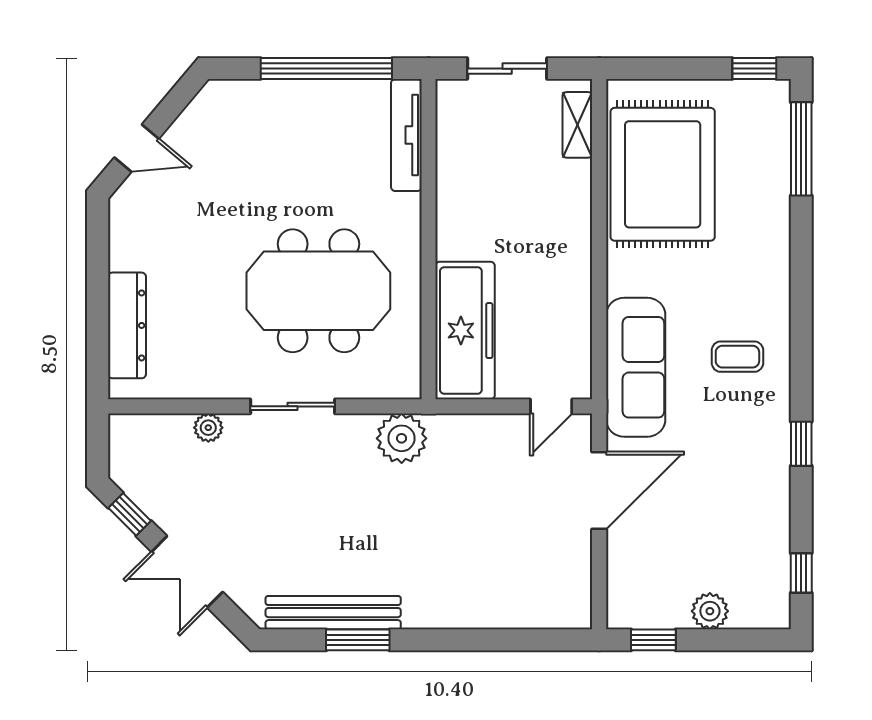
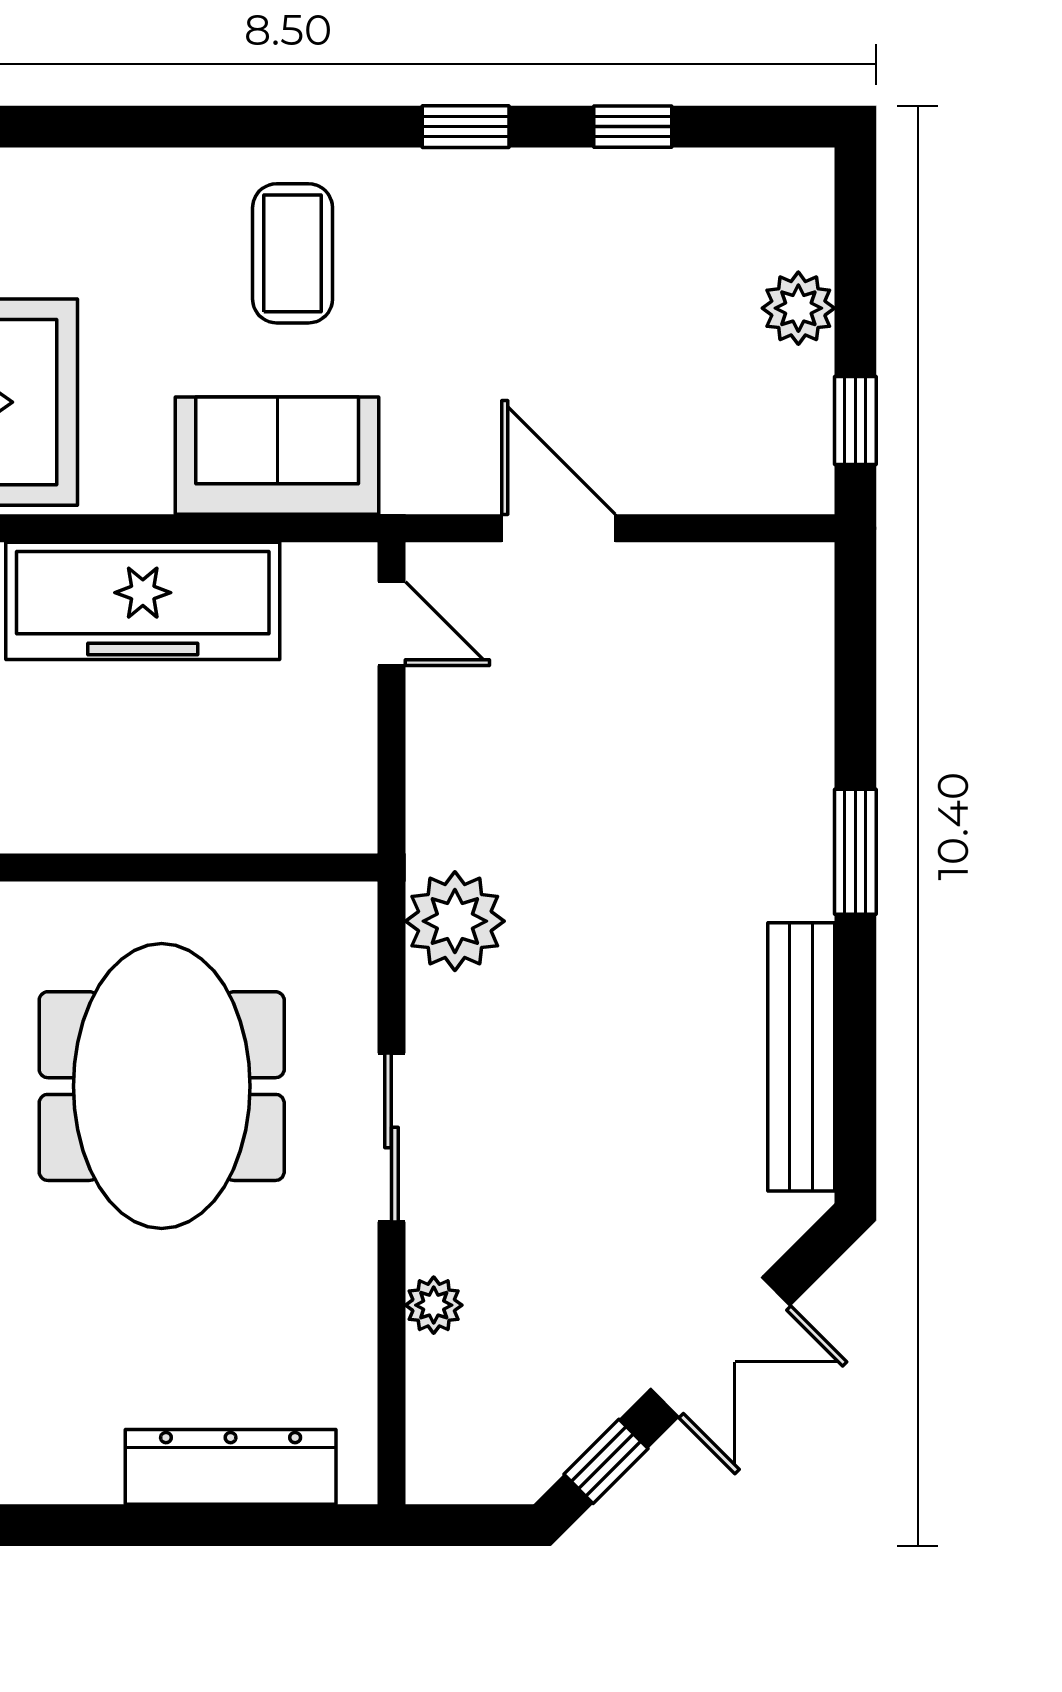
freezer: (465, 331) -> (143, 601), moved, turned 180
coffee table: (737, 357) -> (293, 253), width x1.36, depth x1.30
sofa: (636, 367) -> (277, 456), width x0.73
door: (599, 490) -> (559, 528), width x0.73
window: (801, 573) -> (633, 127), moved
window: (358, 640) -> (855, 852), moved

